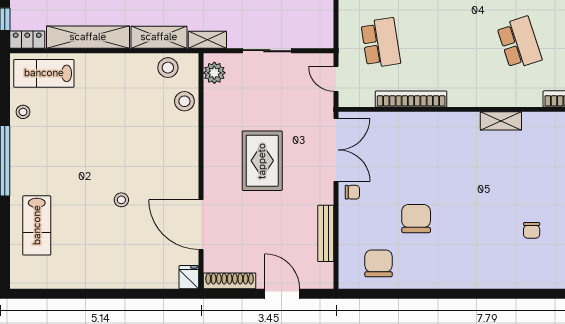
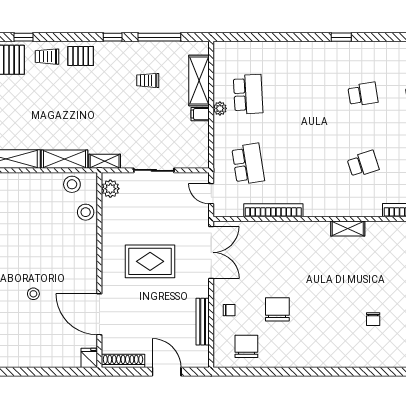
school desk: (519, 43) -> (363, 164), width x0.54
rug: (262, 161) -> (150, 261), turned 90
chair: (352, 192) -> (229, 310), moved

